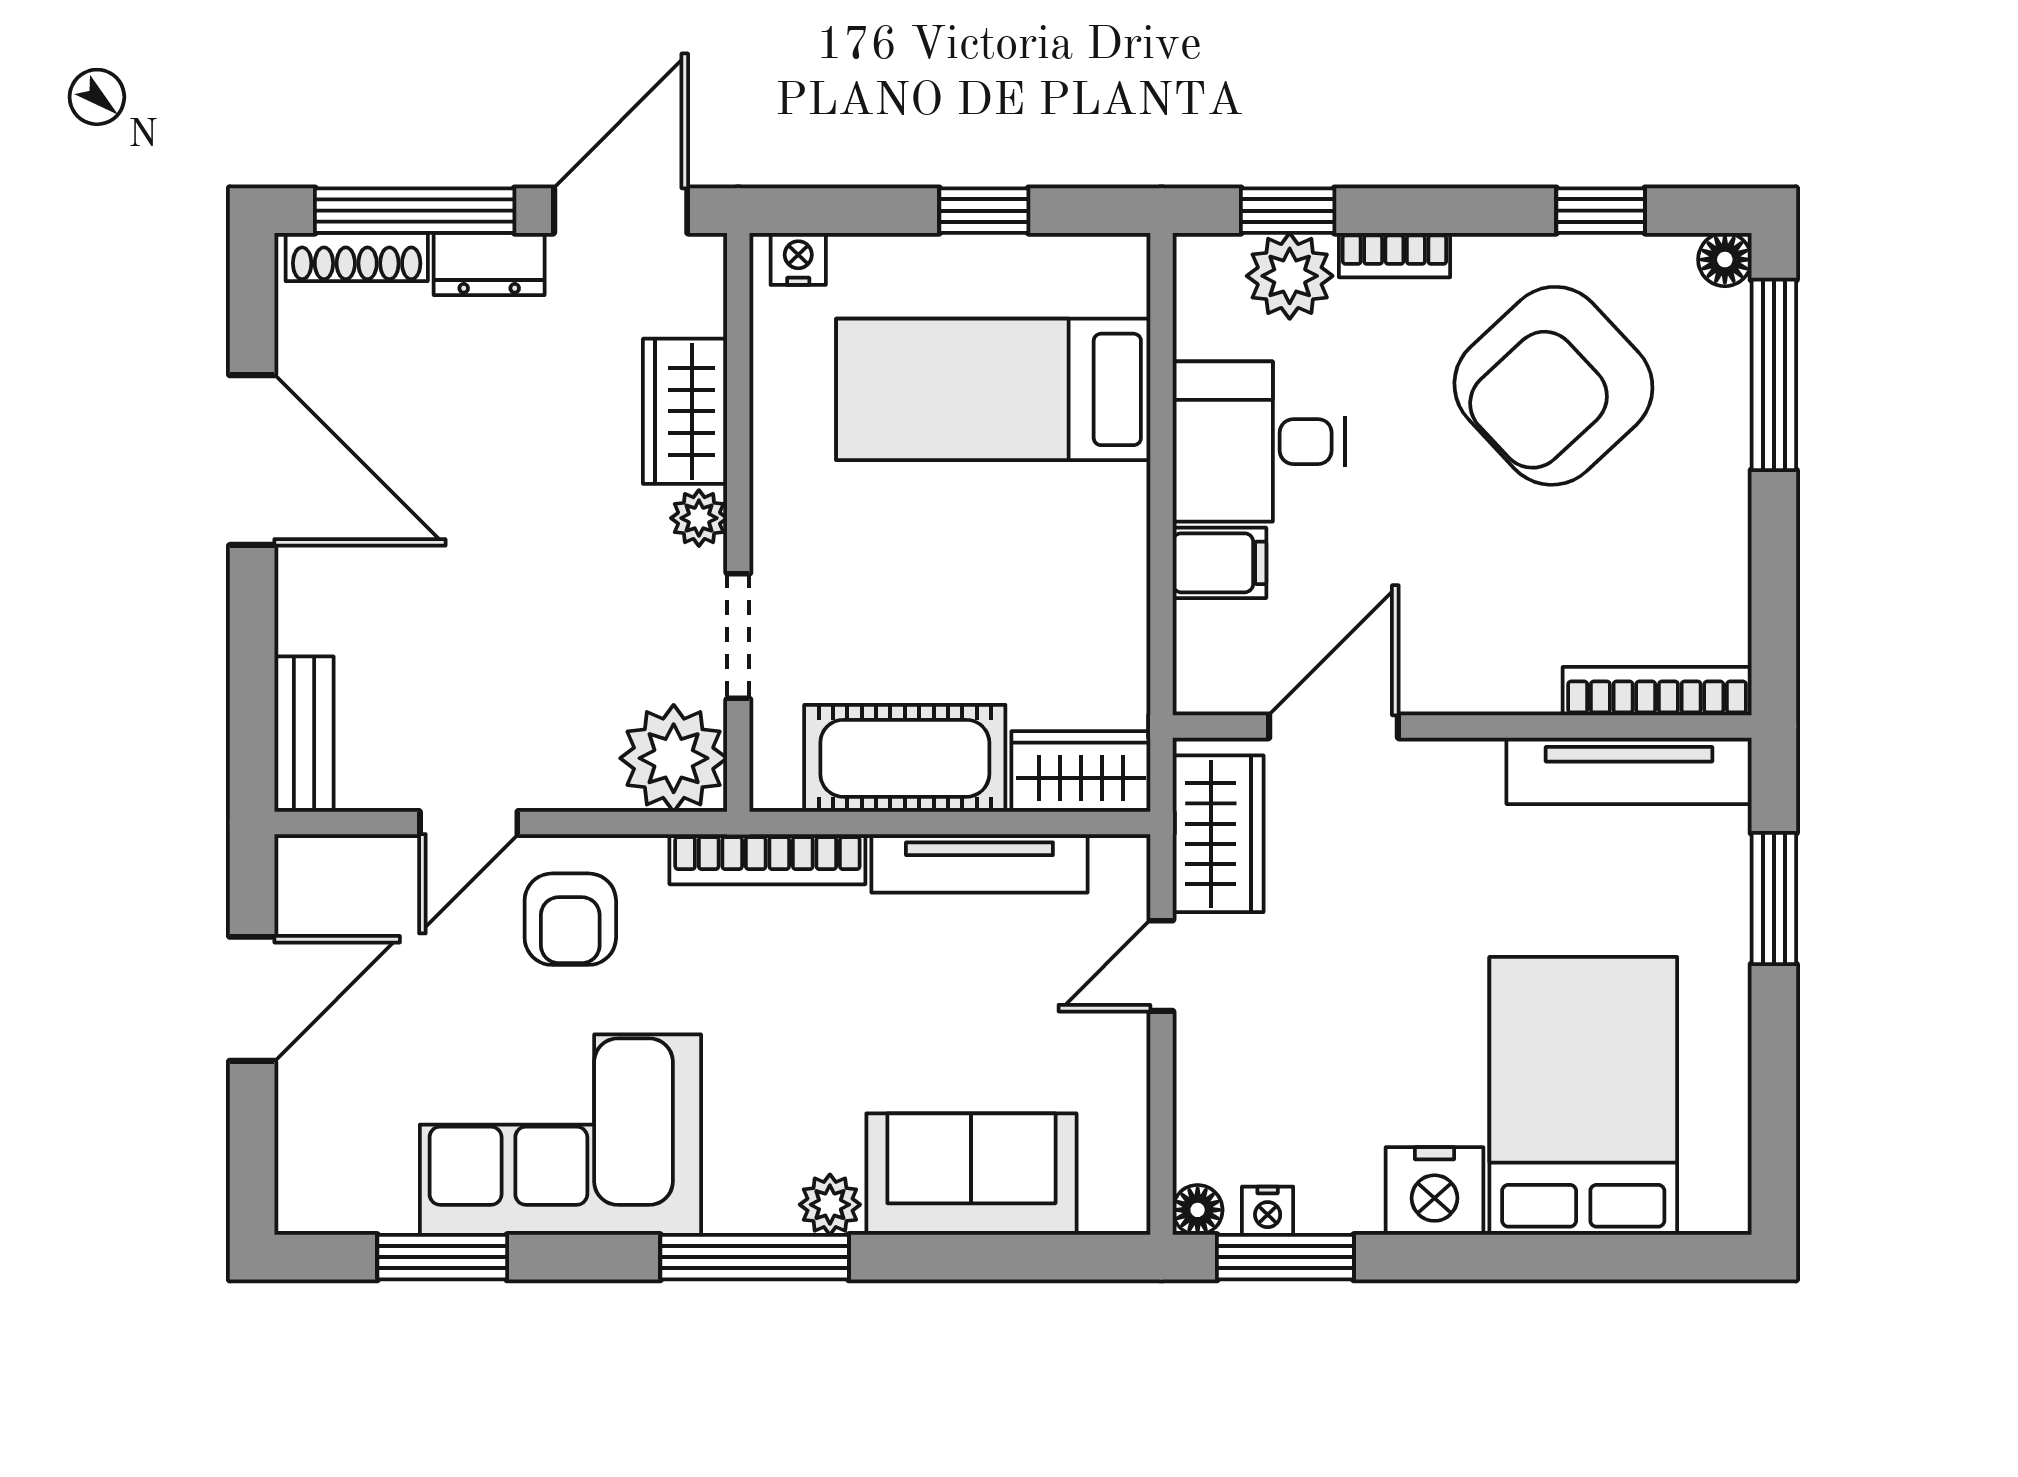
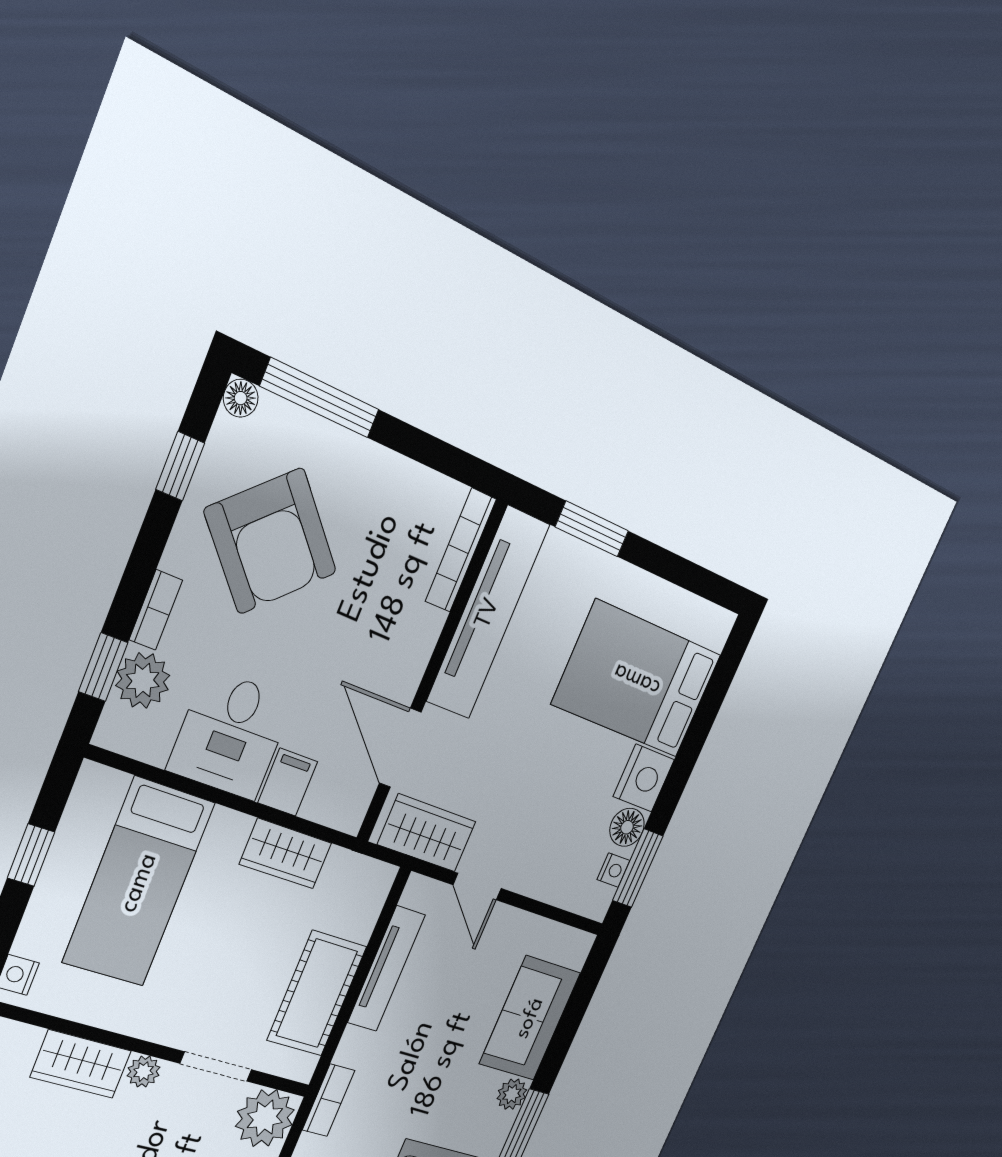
tv unit: (1629, 771) -> (488, 613), width x1.36, depth x1.29
wardrobe: (1081, 772) -> (286, 854), moved, turned -90
bookcase: (767, 859) -> (329, 1100), width x0.64
floor lamp: (1198, 1210) -> (627, 827), moved, width x1.37, depth x1.37

